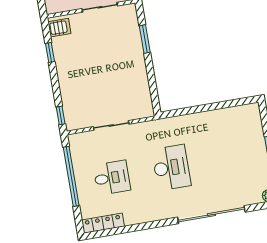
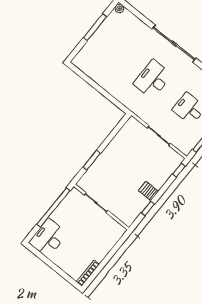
server rack: (59, 28) -> (149, 191), moved
sliding door: (211, 215) -> (174, 44), moved

